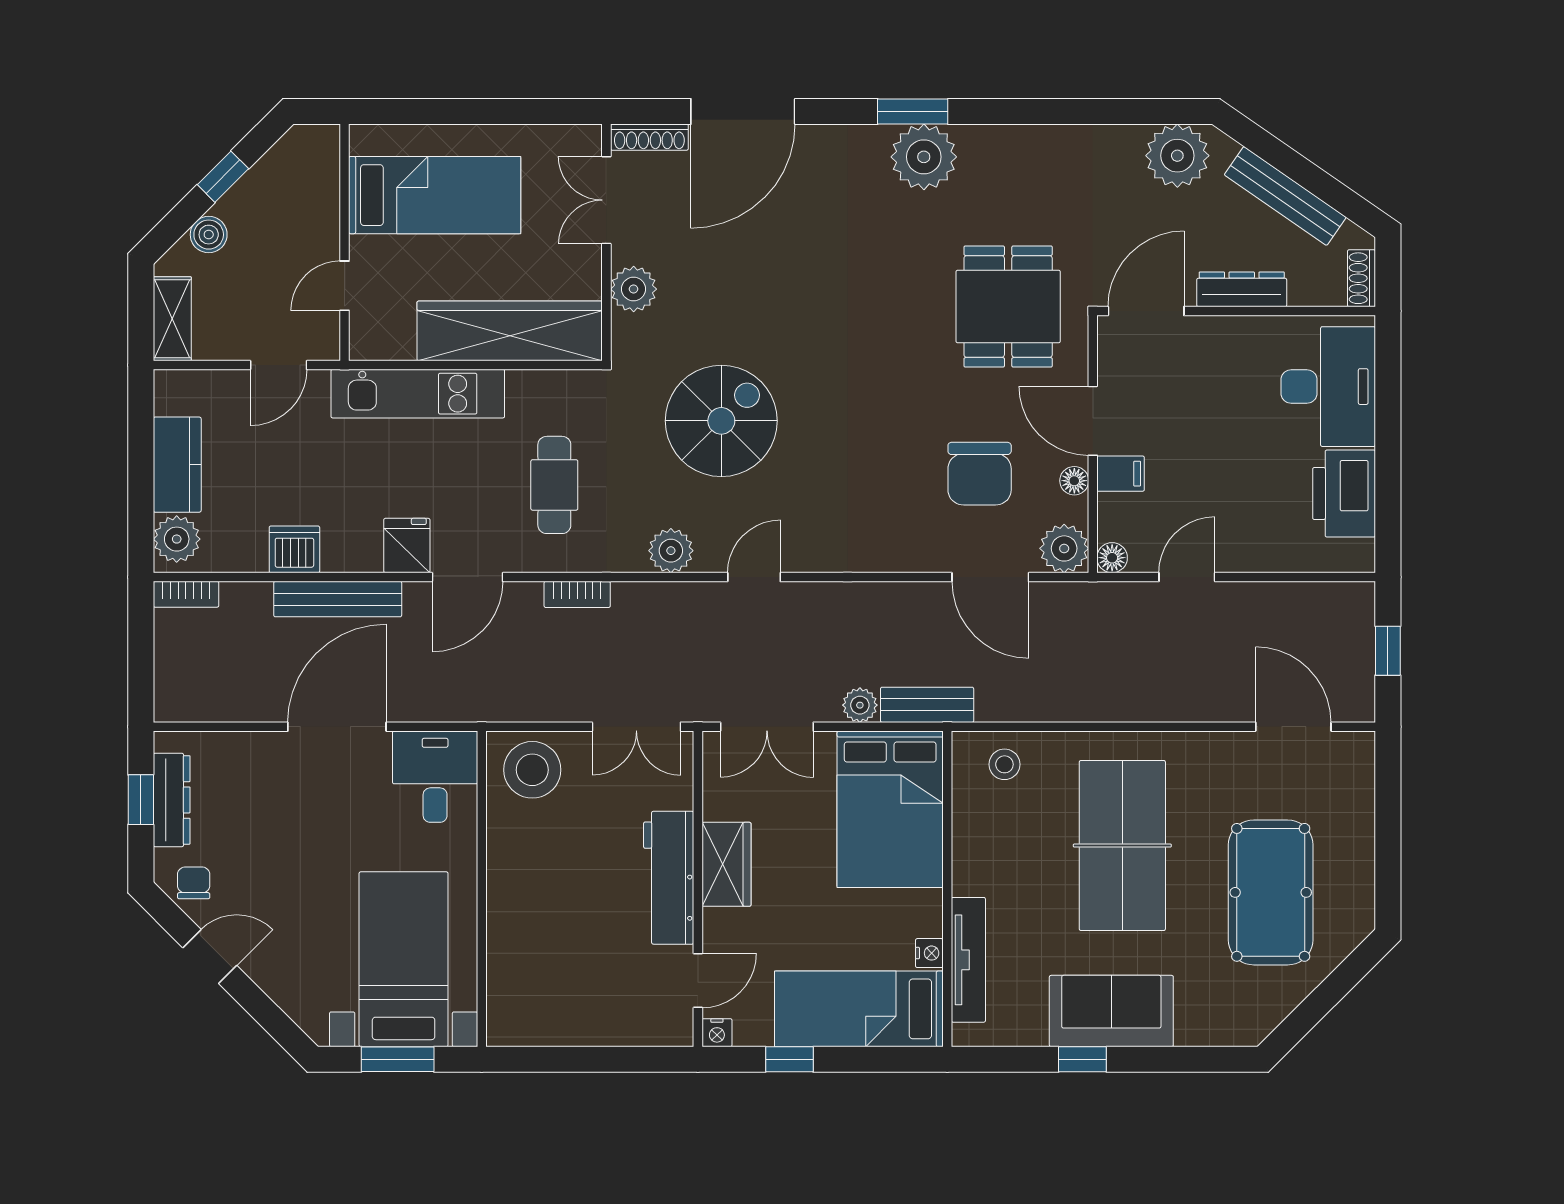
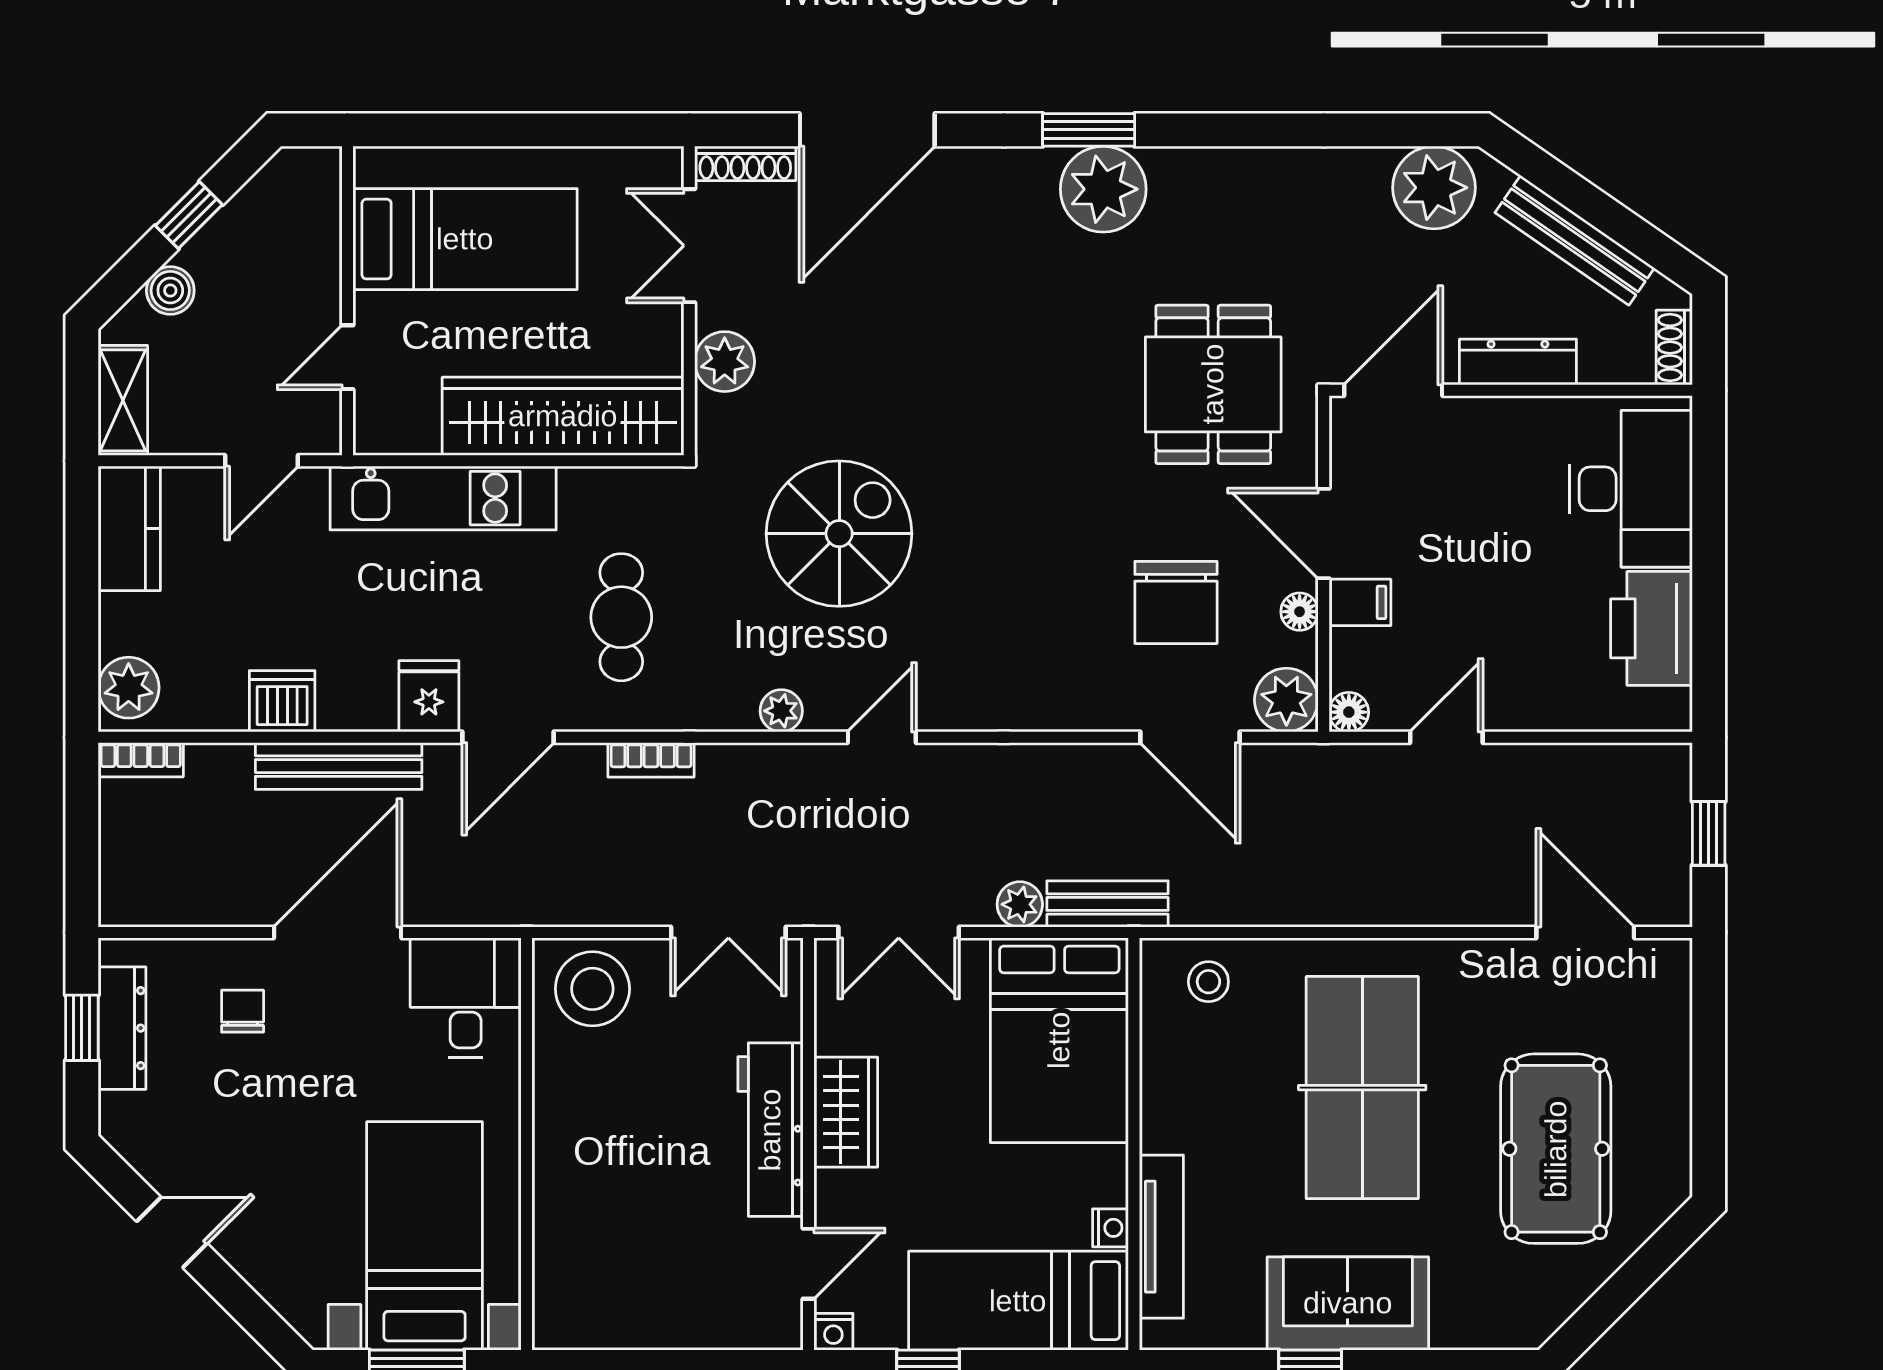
kitchen counter: (177, 465) -> (129, 528), moved
plant: (671, 551) -> (781, 711), width x0.73, depth x0.73
chair: (194, 883) -> (243, 1011), moved

